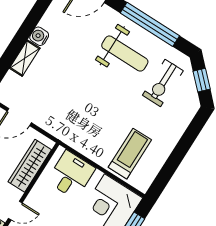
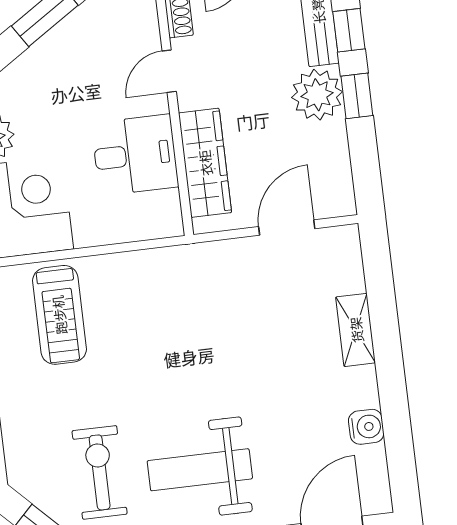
water cooler: (39, 36) -> (366, 427), moved
desk: (71, 175) -> (135, 155), moved, turned -90

